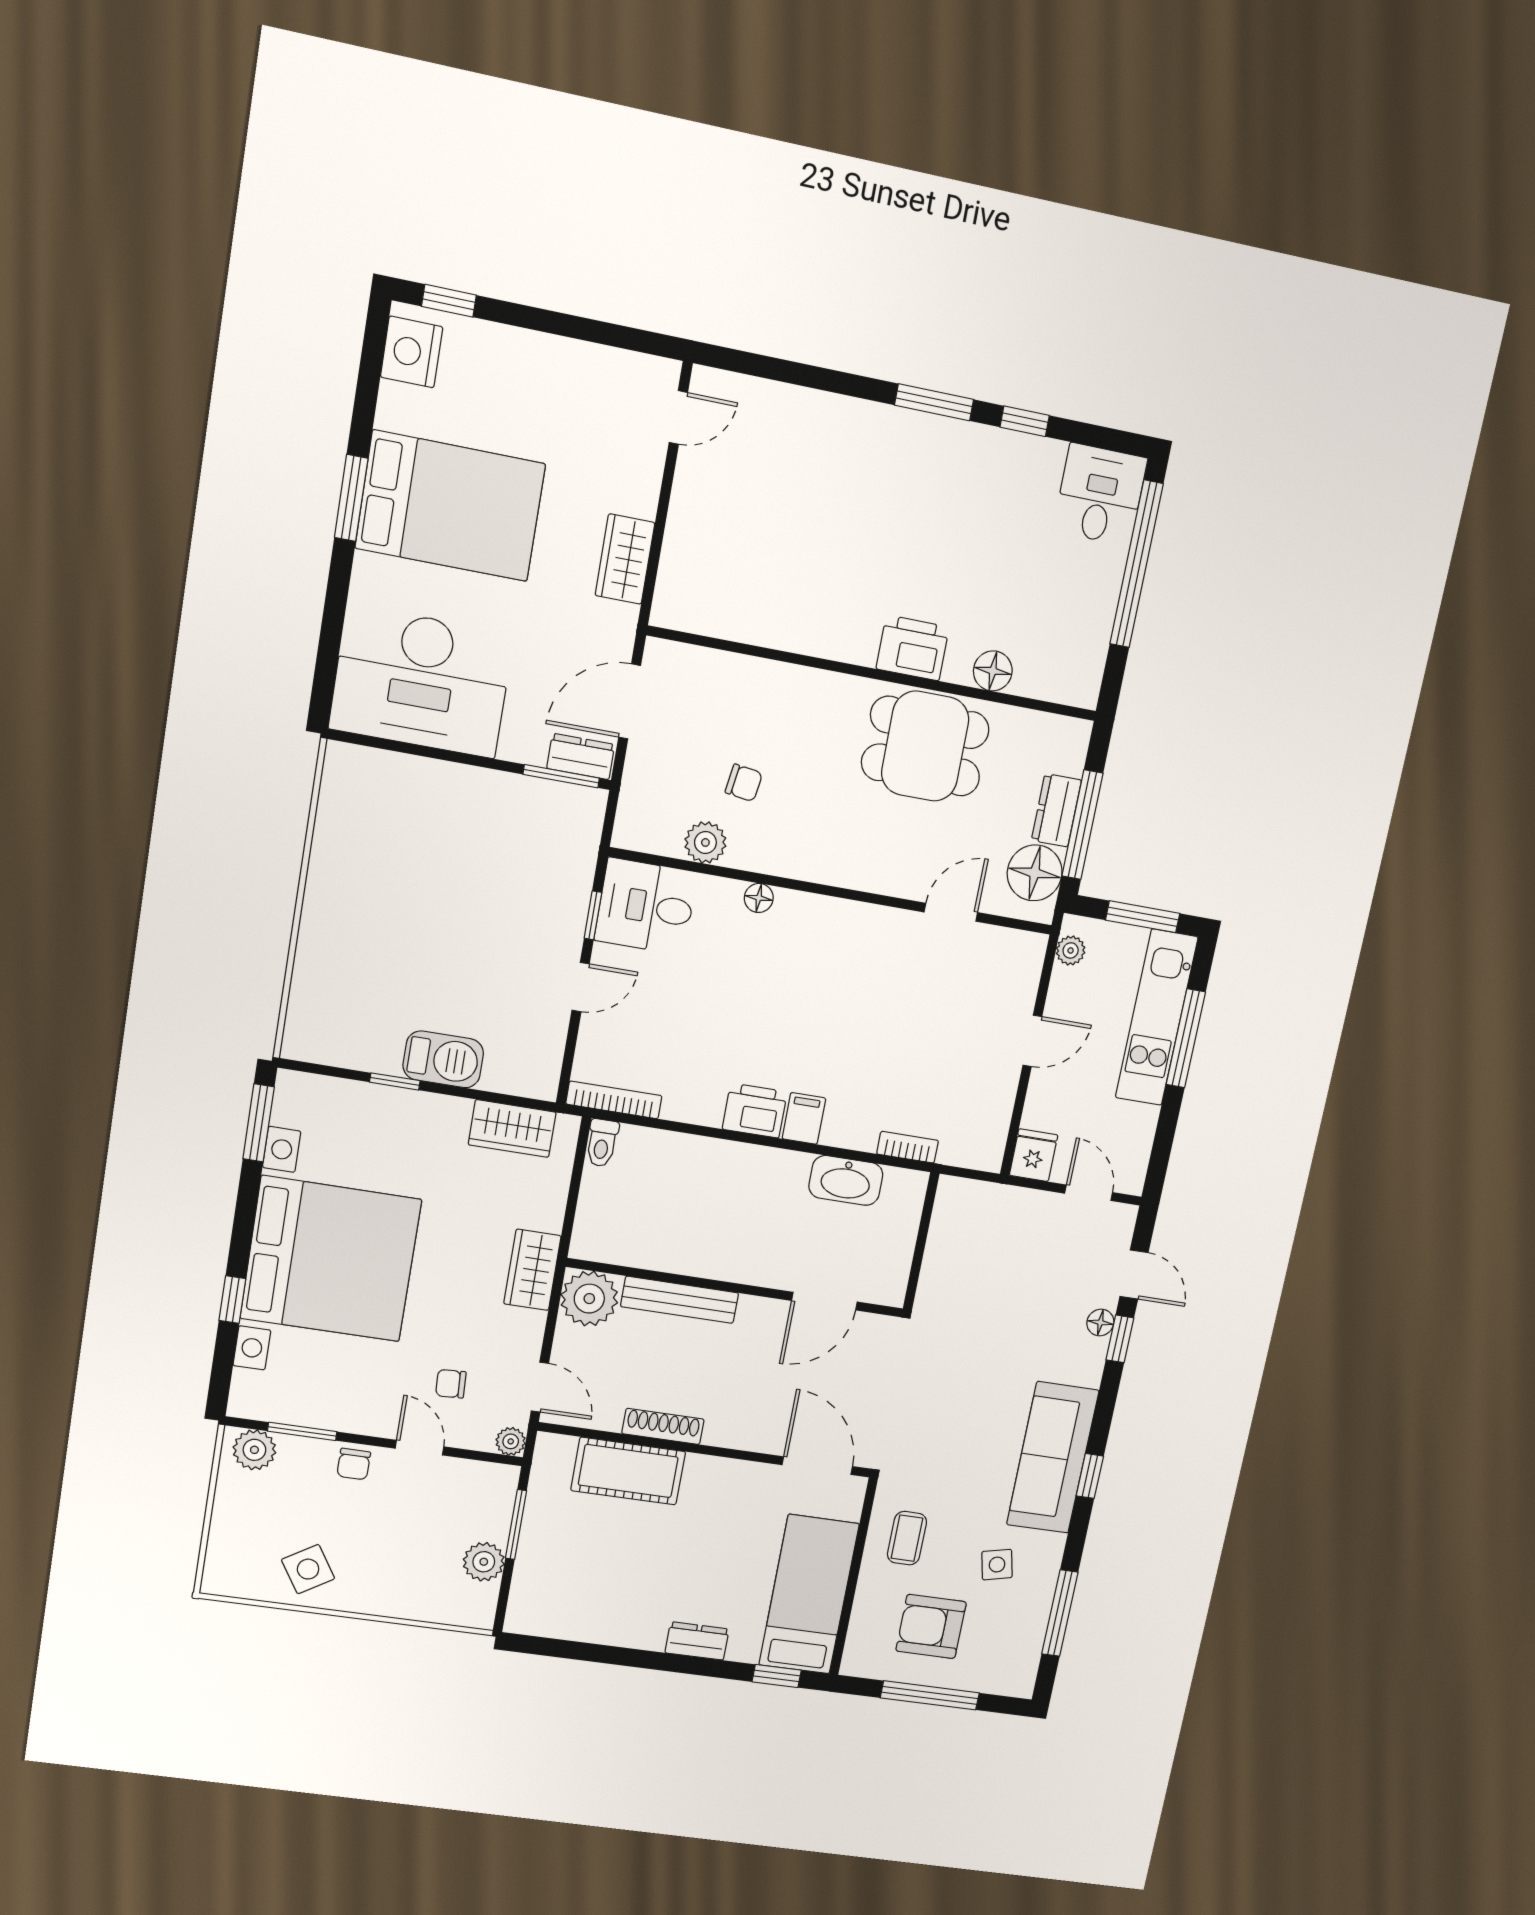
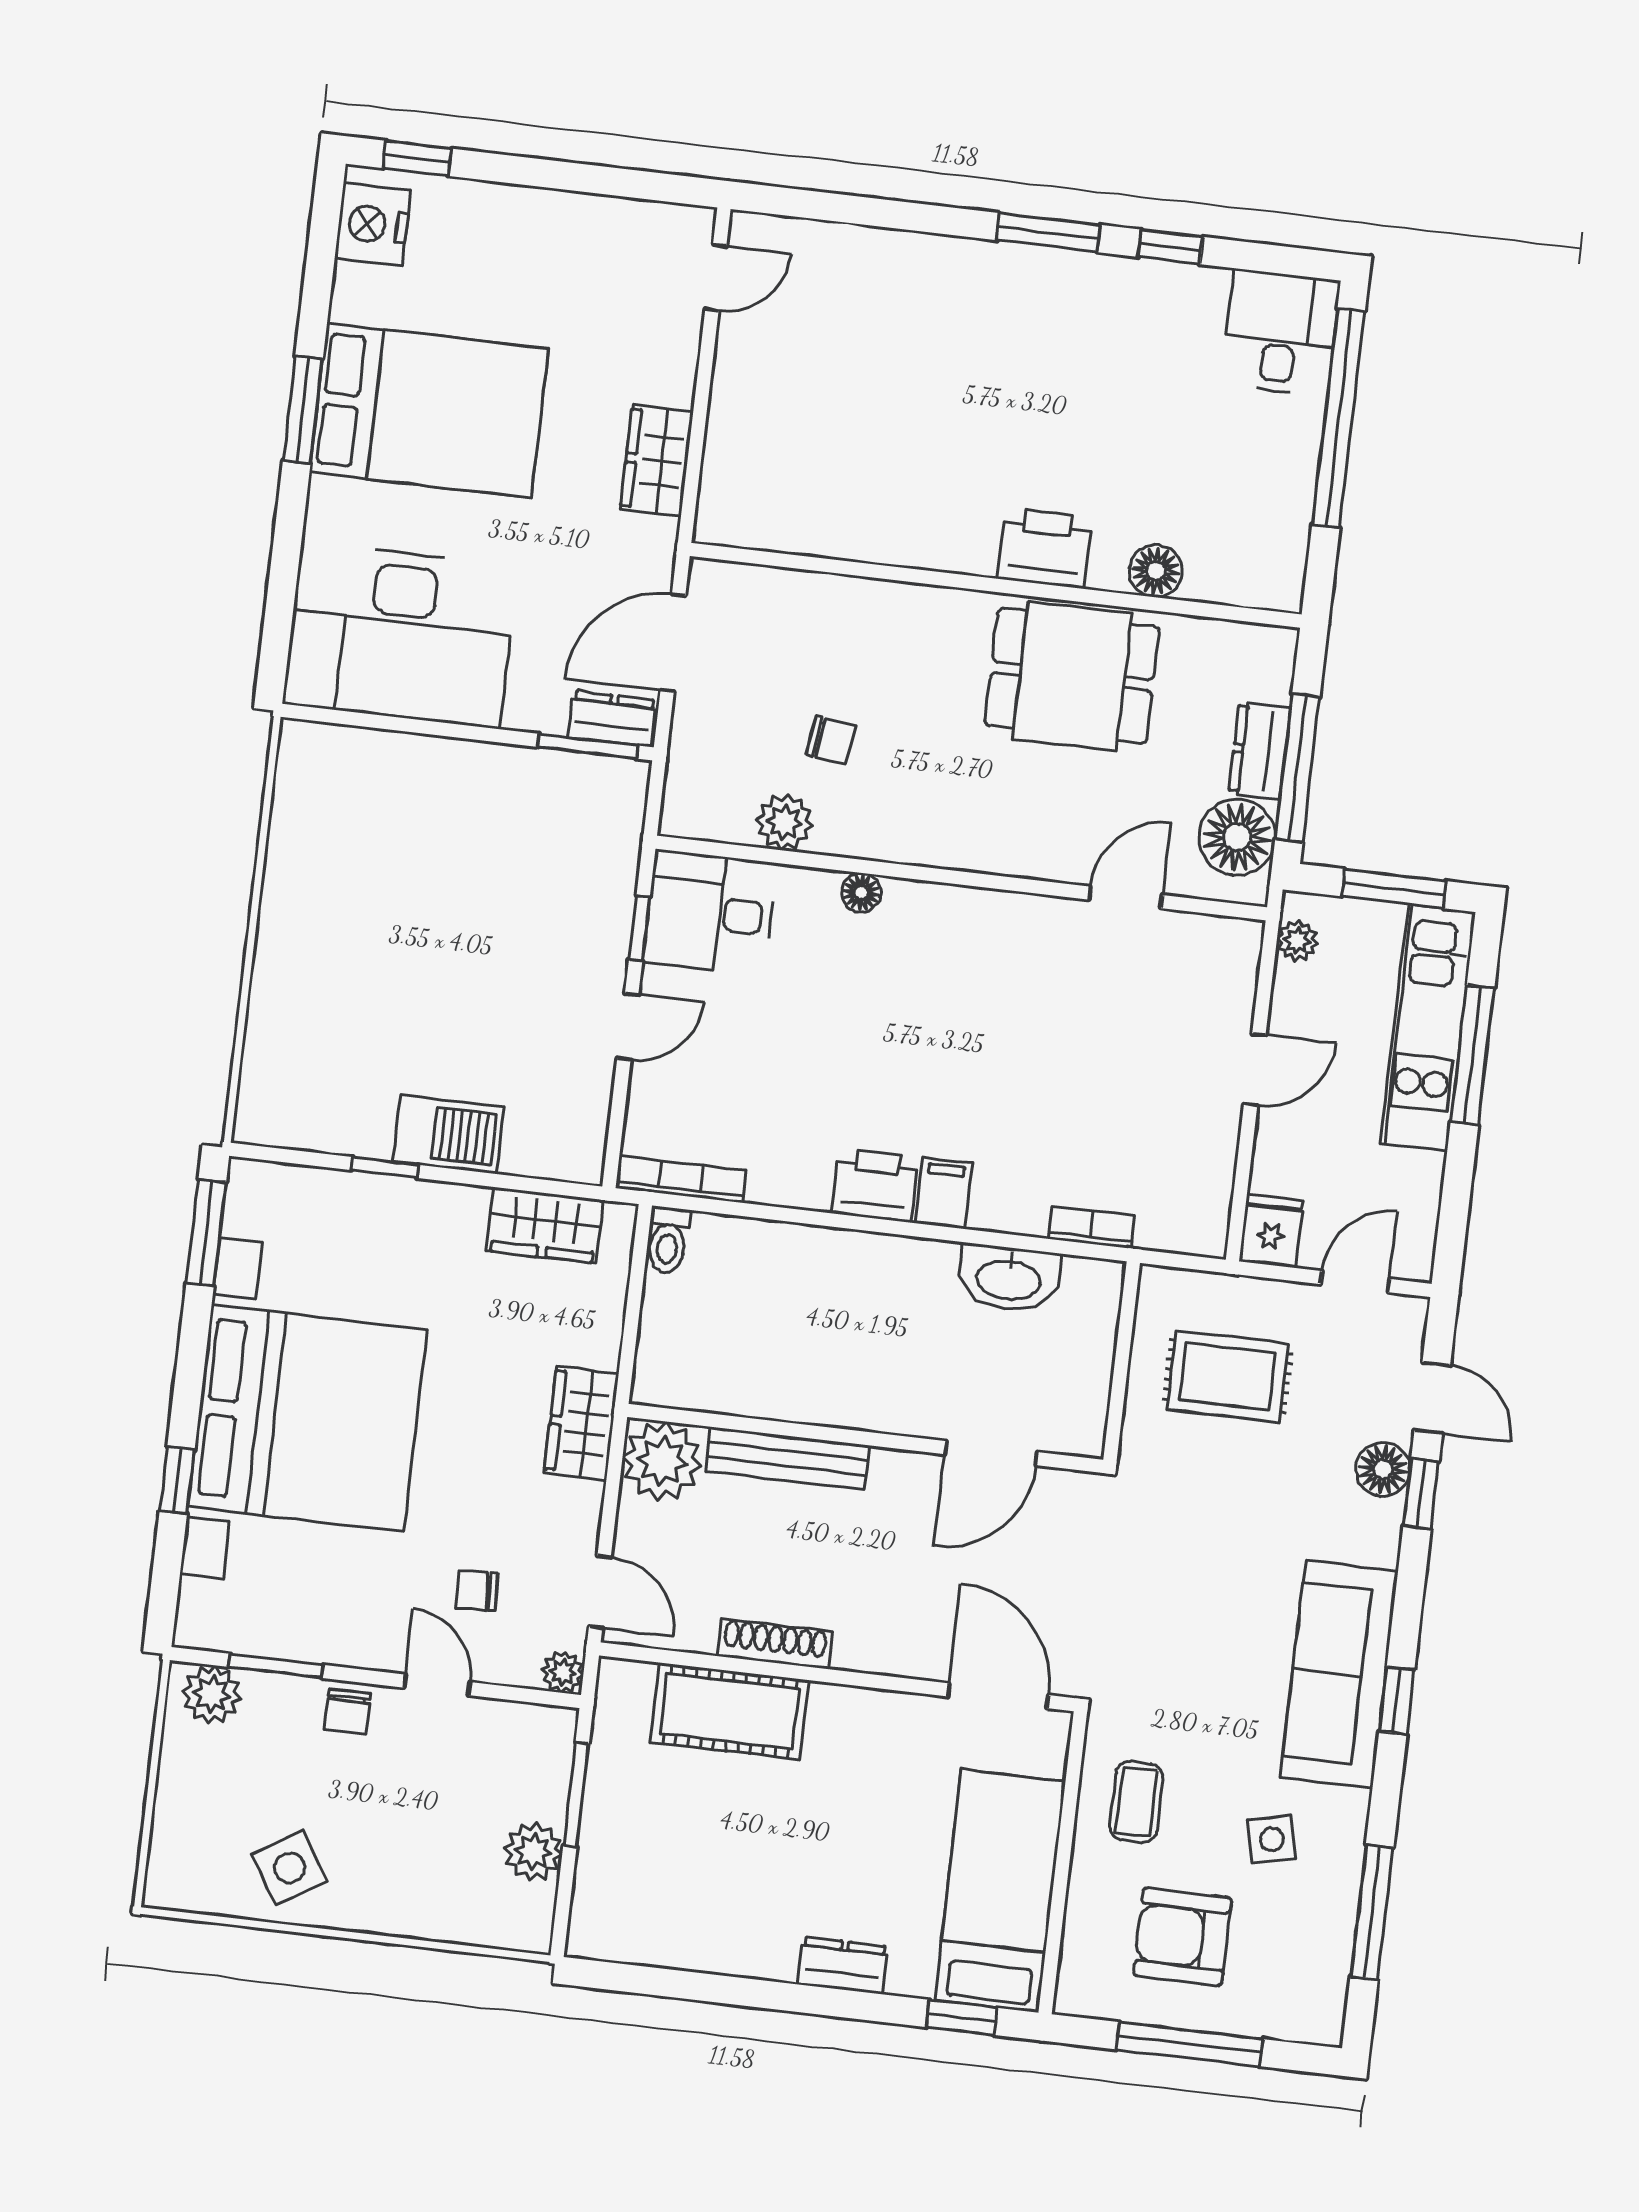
door: (1089, 1193) -> (1355, 1282), hinge flipped
rug: (994, 1255) -> (1228, 1376), added
floor lamp: (1100, 1323) -> (1383, 1469), width x1.37, depth x1.37

